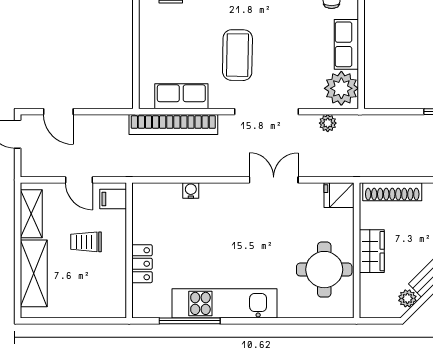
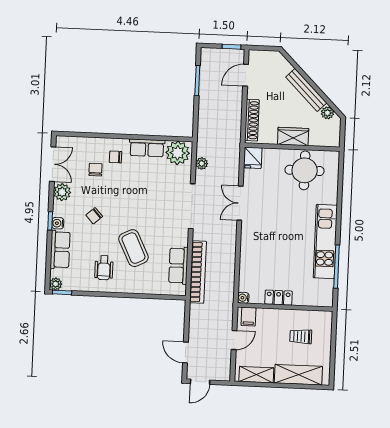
coffee table: (237, 55) -> (133, 248), moved, turned 63
door: (58, 112) -> (185, 352), swing flipped
water cooler: (191, 190) -> (243, 298), moved
trolley: (86, 242) -> (301, 337), moved, turned 90
locker: (142, 264) -> (278, 298), moved

